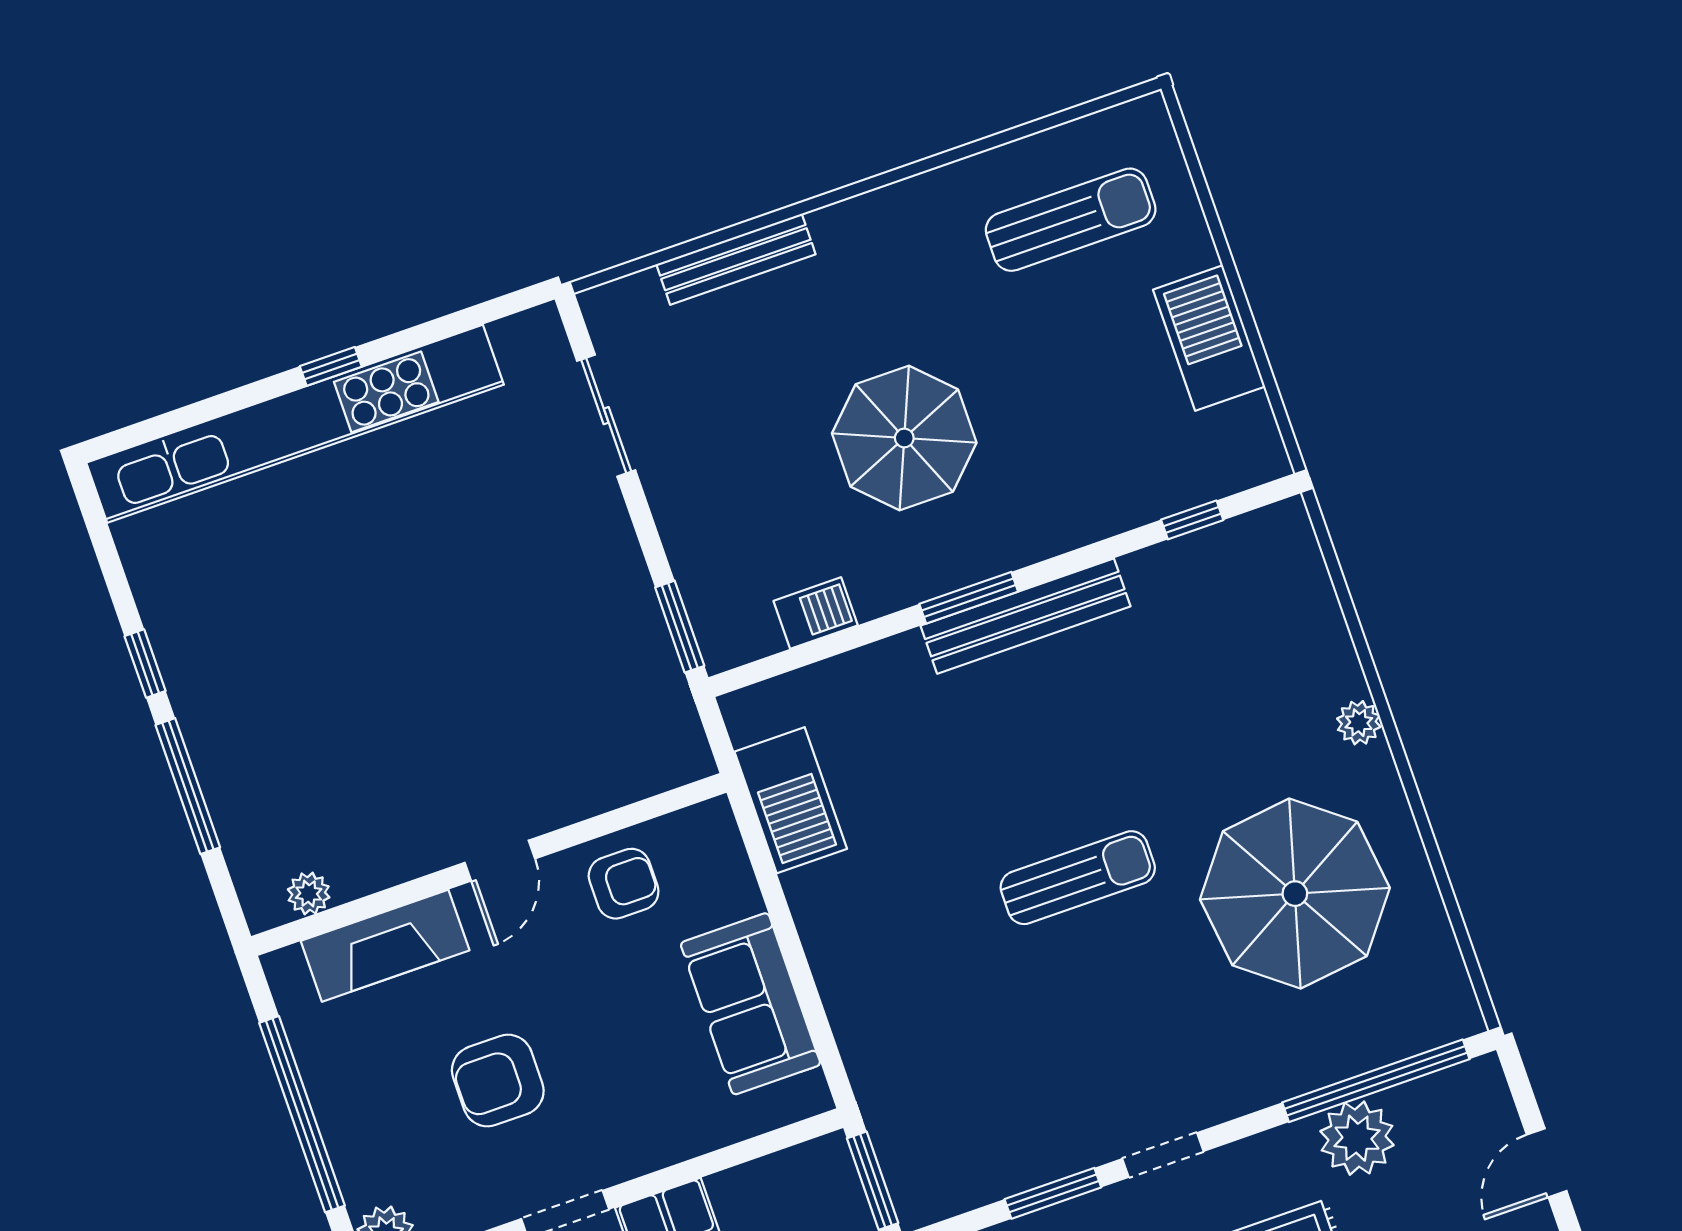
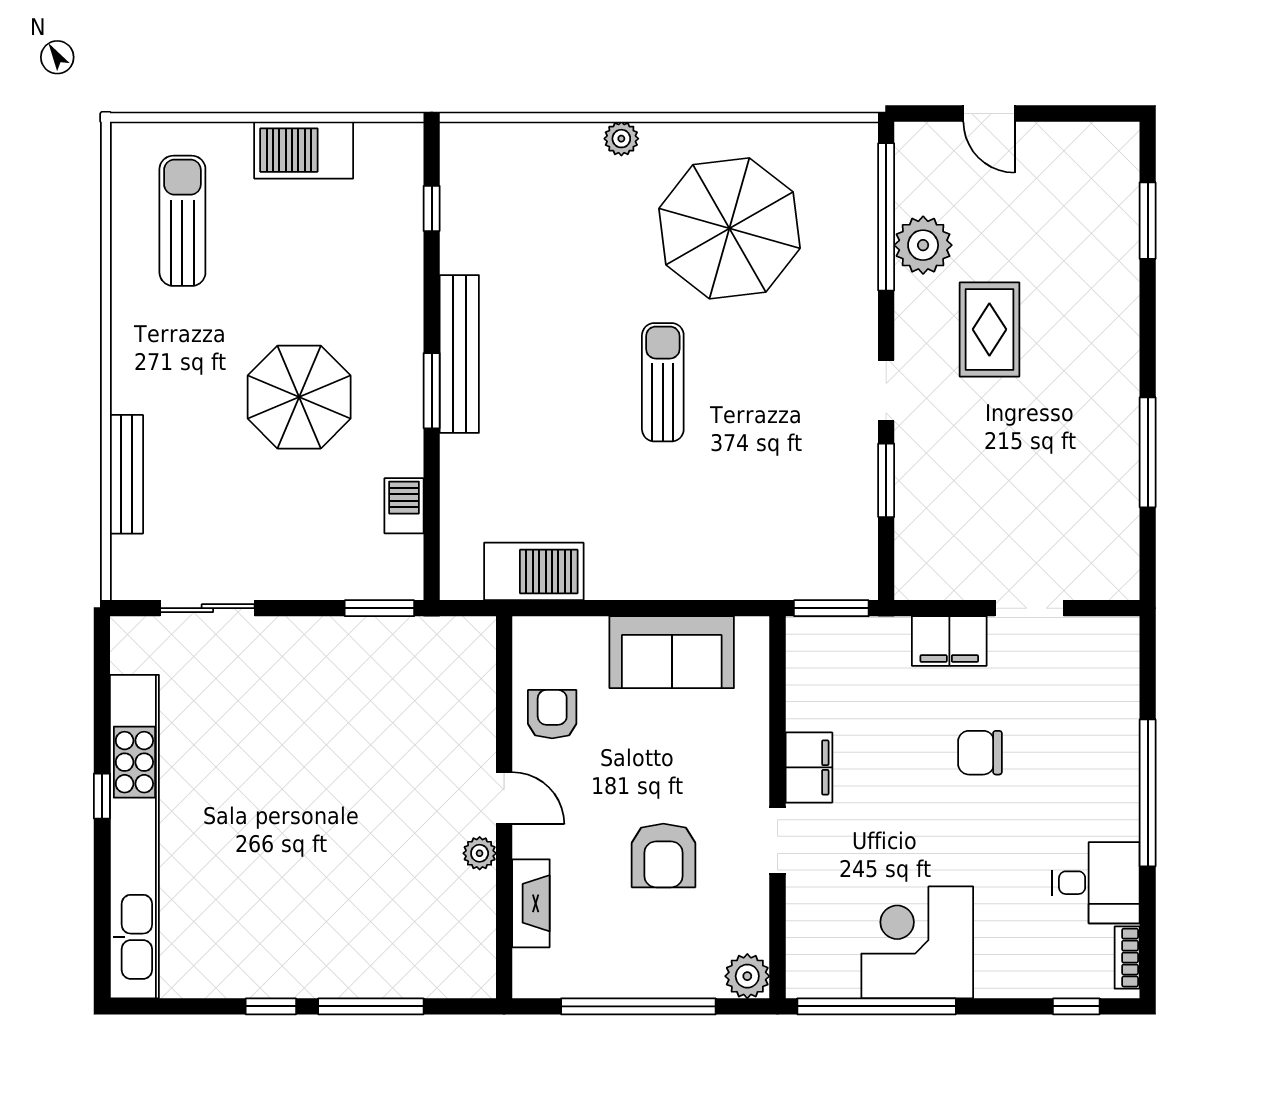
plant: (309, 893) -> (480, 853), moved
fireplace: (385, 946) -> (531, 903), width x0.73, depth x0.76

